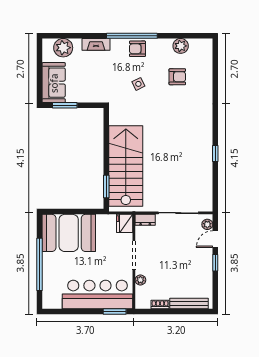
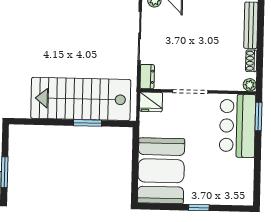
window: (106, 186) -> (88, 123), moved
window: (39, 264) -> (199, 208), width x0.32
plant: (140, 280) -> (250, 85), moved
bar counter: (97, 294) -> (237, 126), width x0.73

